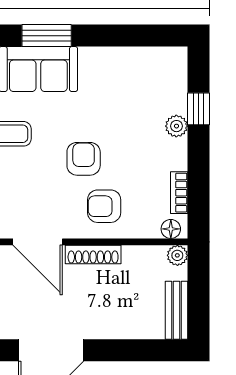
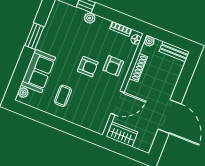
window: (47, 36) -> (34, 36), moved
armchair: (84, 159) -> (88, 67), turned 180
shoe rack: (93, 255) -> (138, 68), moved

